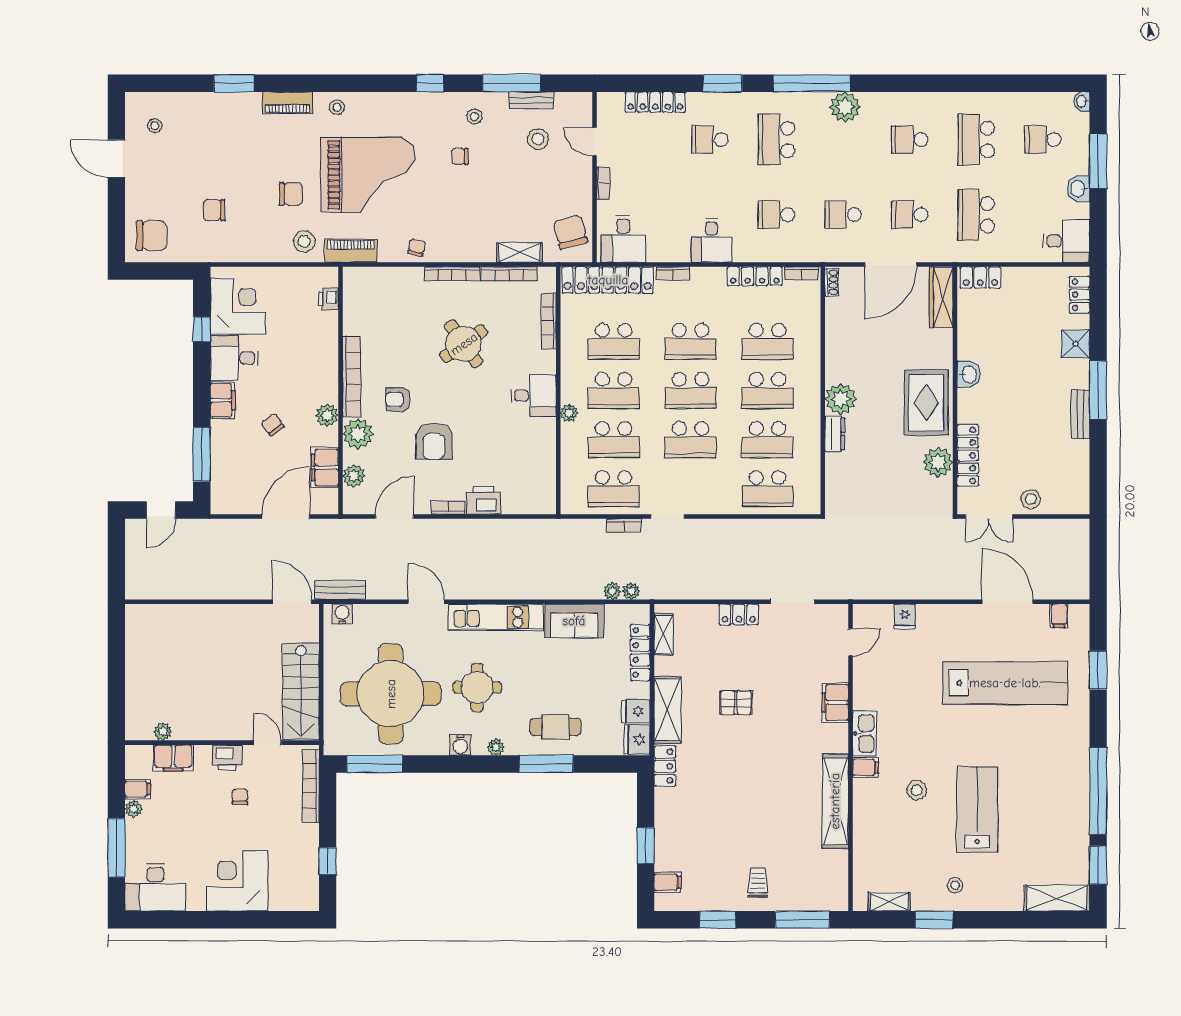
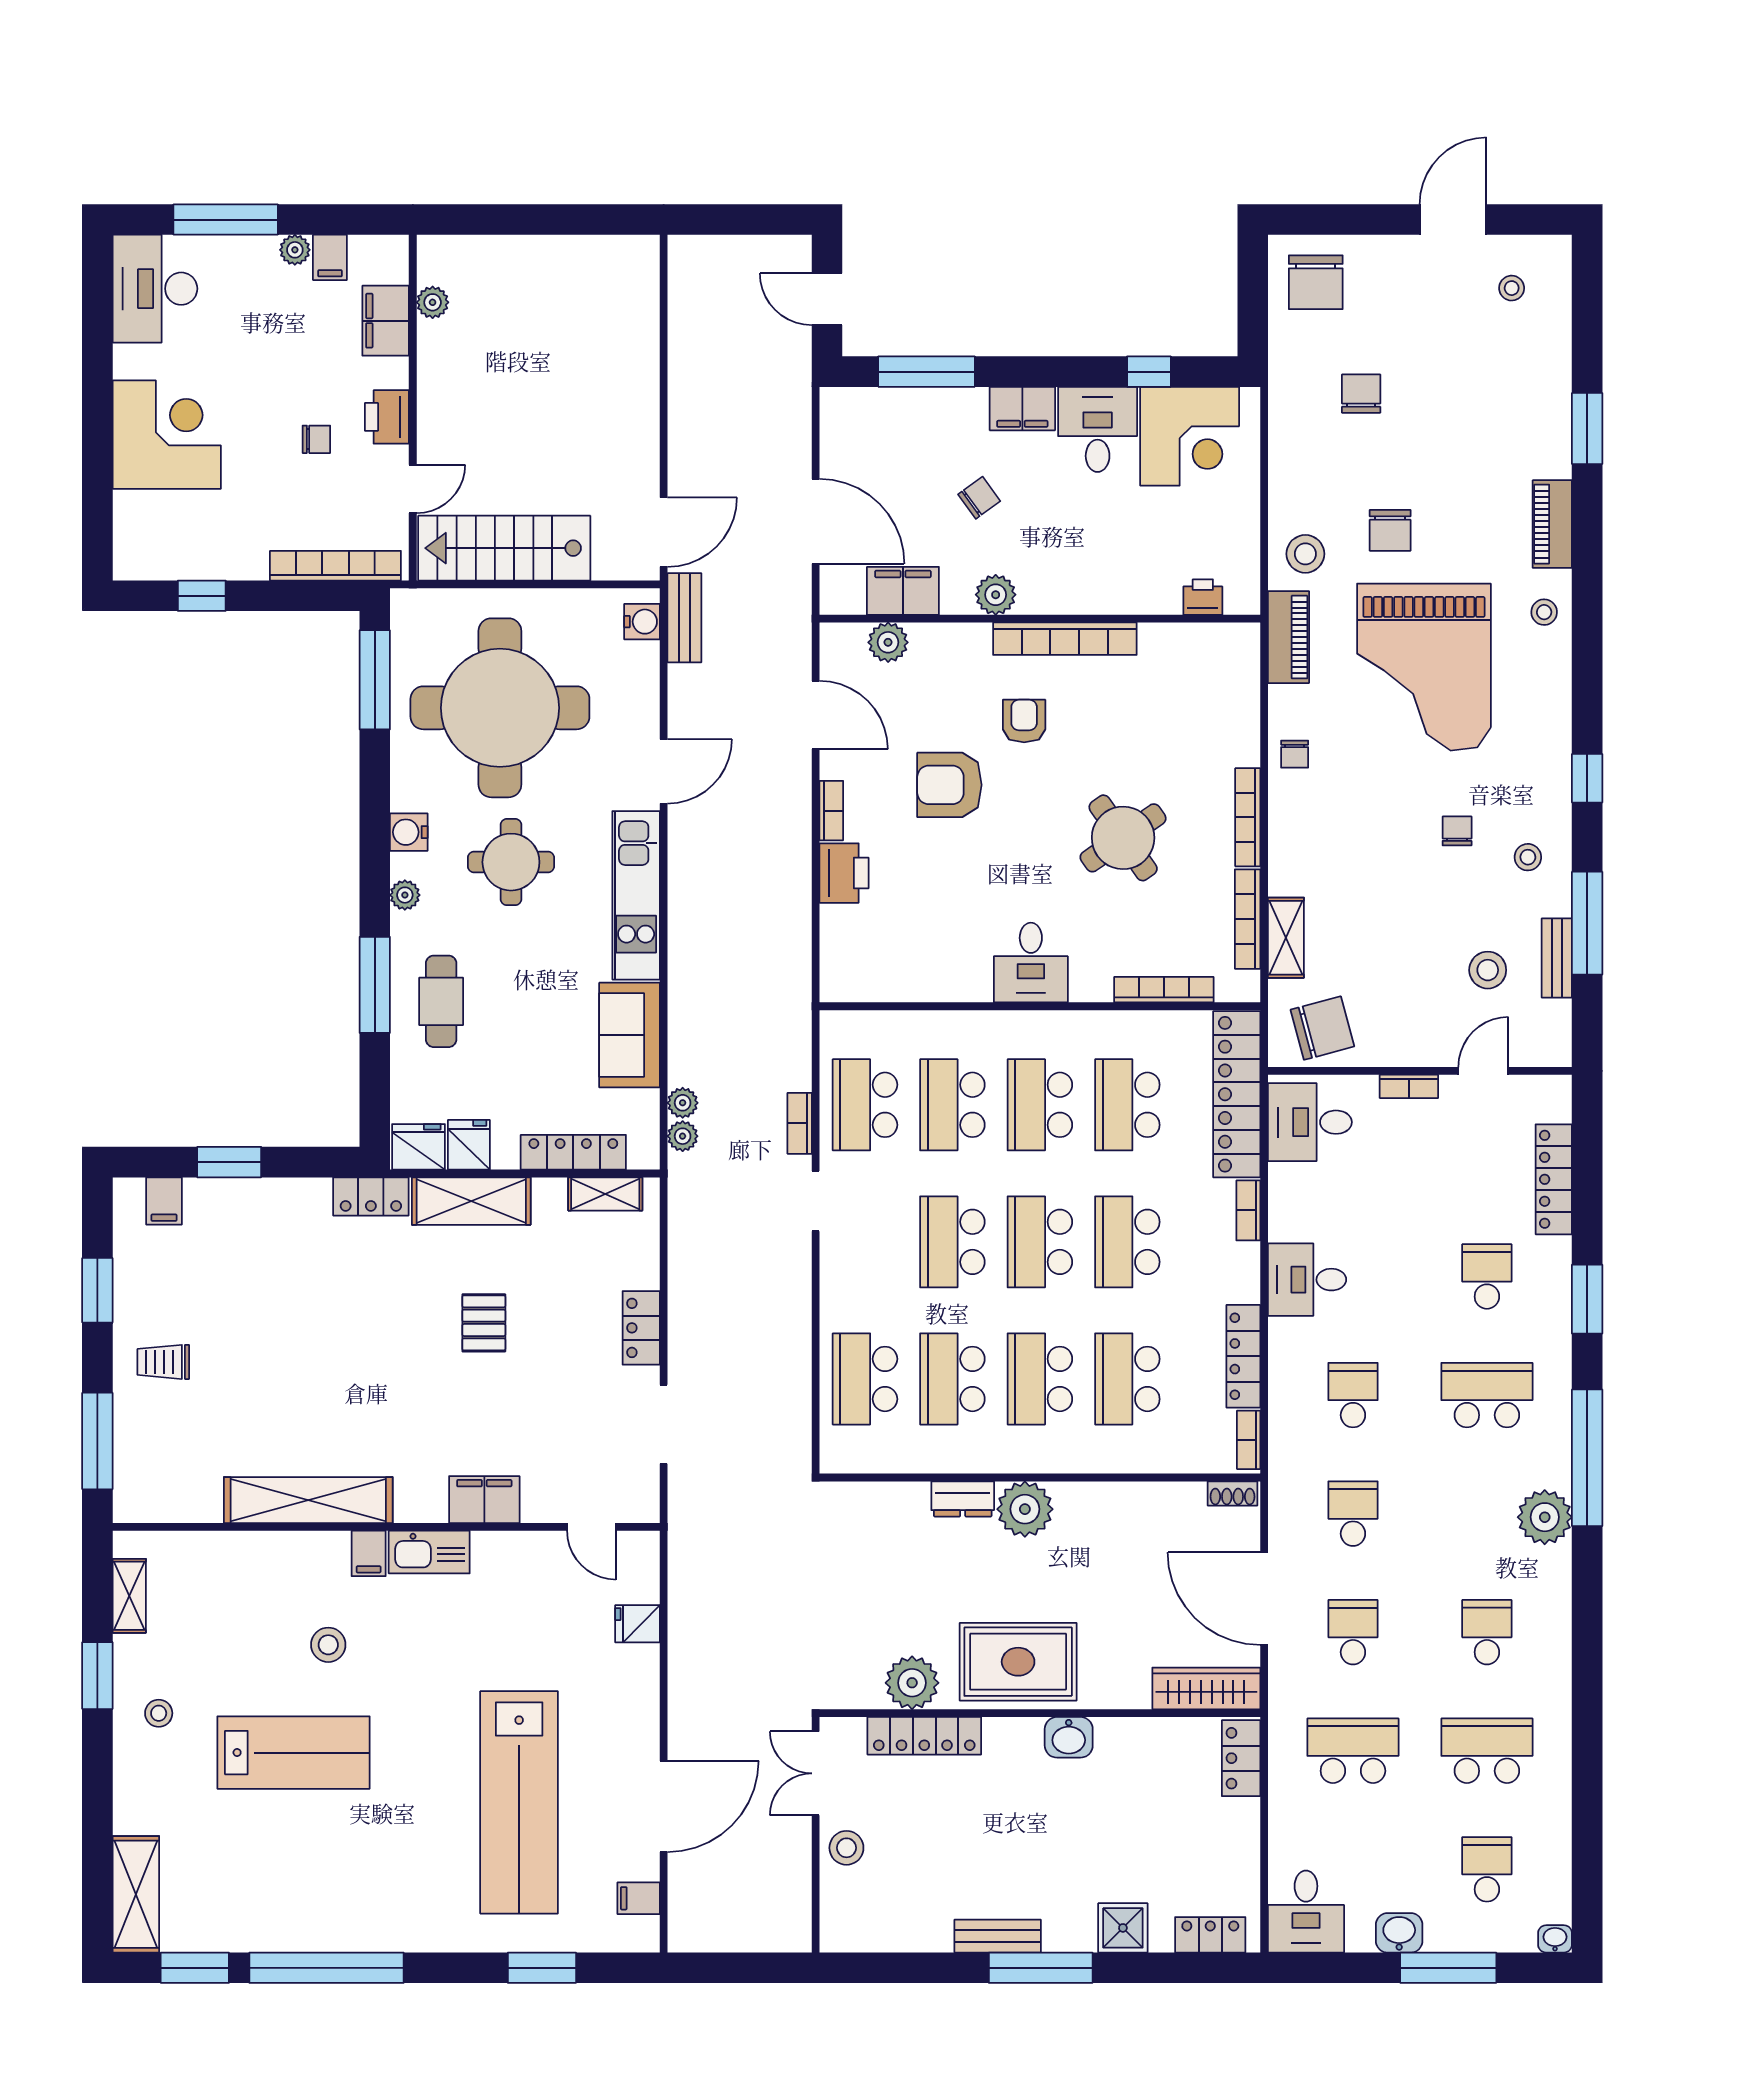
chair: (417, 247) -> (1295, 754), turned 77
plant: (569, 413) -> (1000, 1026), removed
plant: (358, 434) -> (963, 650), removed
trolley: (758, 883) -> (163, 1362), turned 180

